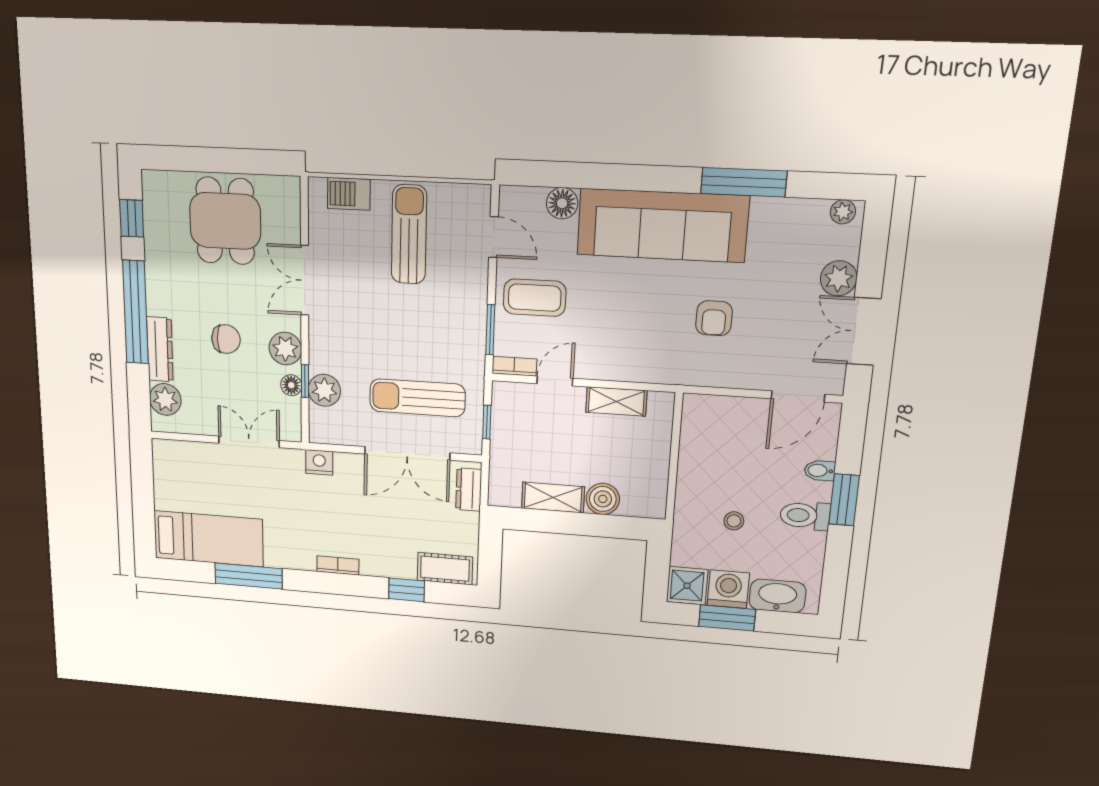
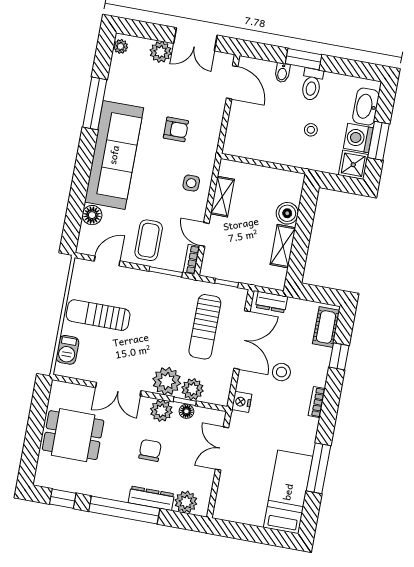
plant: (329, 351) -> (167, 381), added
side table: (632, 352) -> (191, 183), added
stool: (371, 513) -> (281, 372), added

